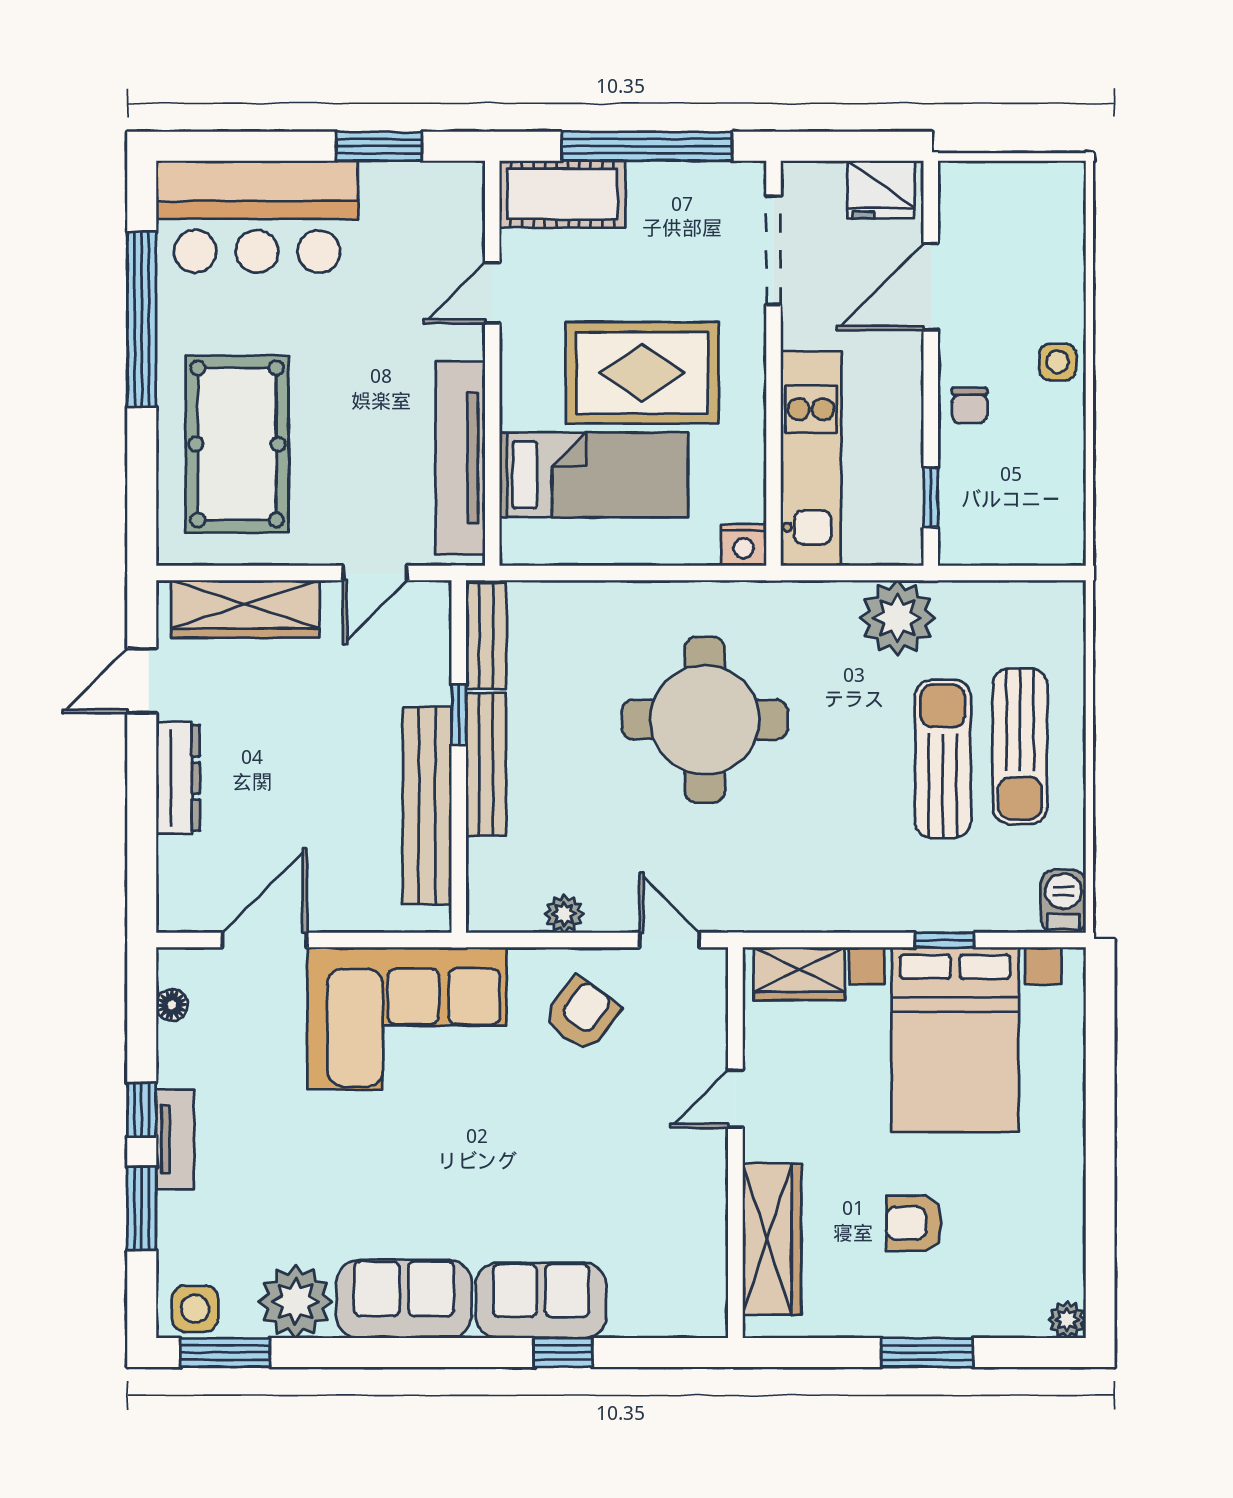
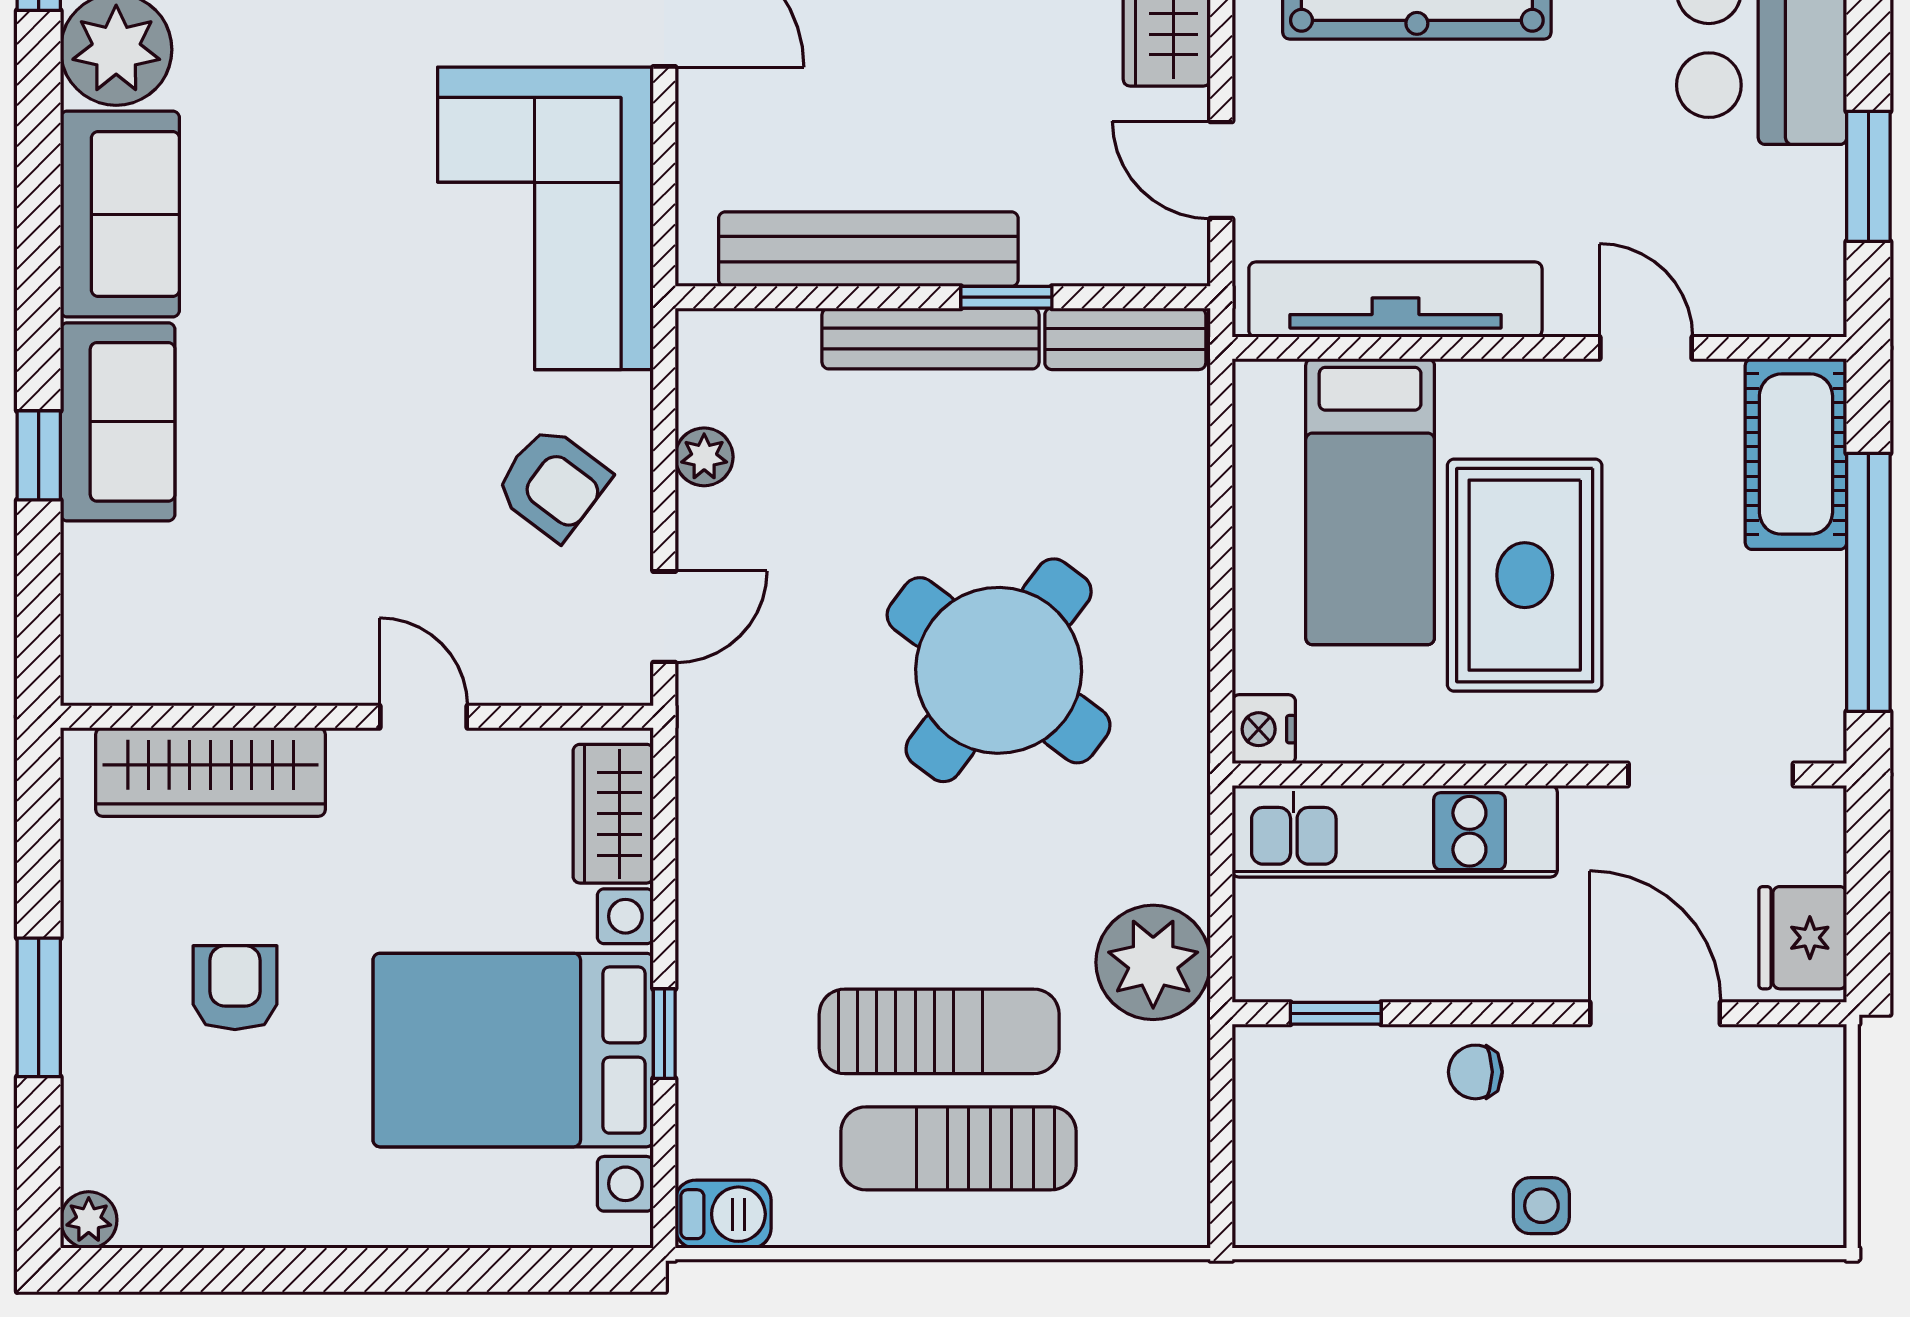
round table: (705, 720) -> (999, 670), turned 37

